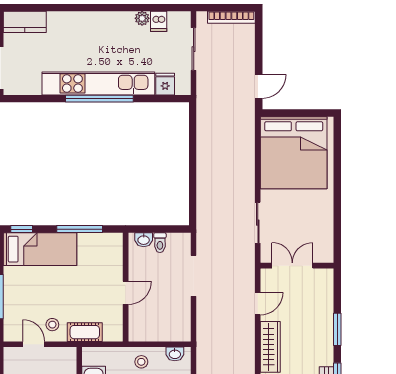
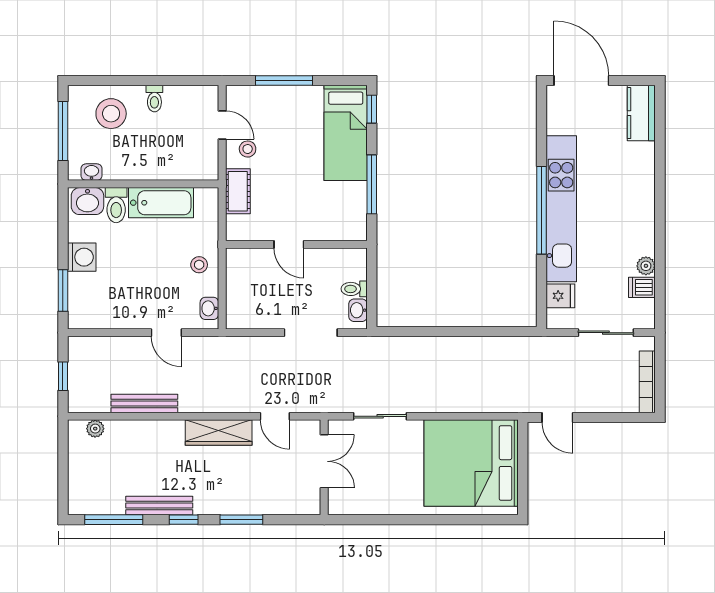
washbasin: (144, 240) -> (358, 310), moved
door: (34, 344) -> (222, 125), hinge flipped

